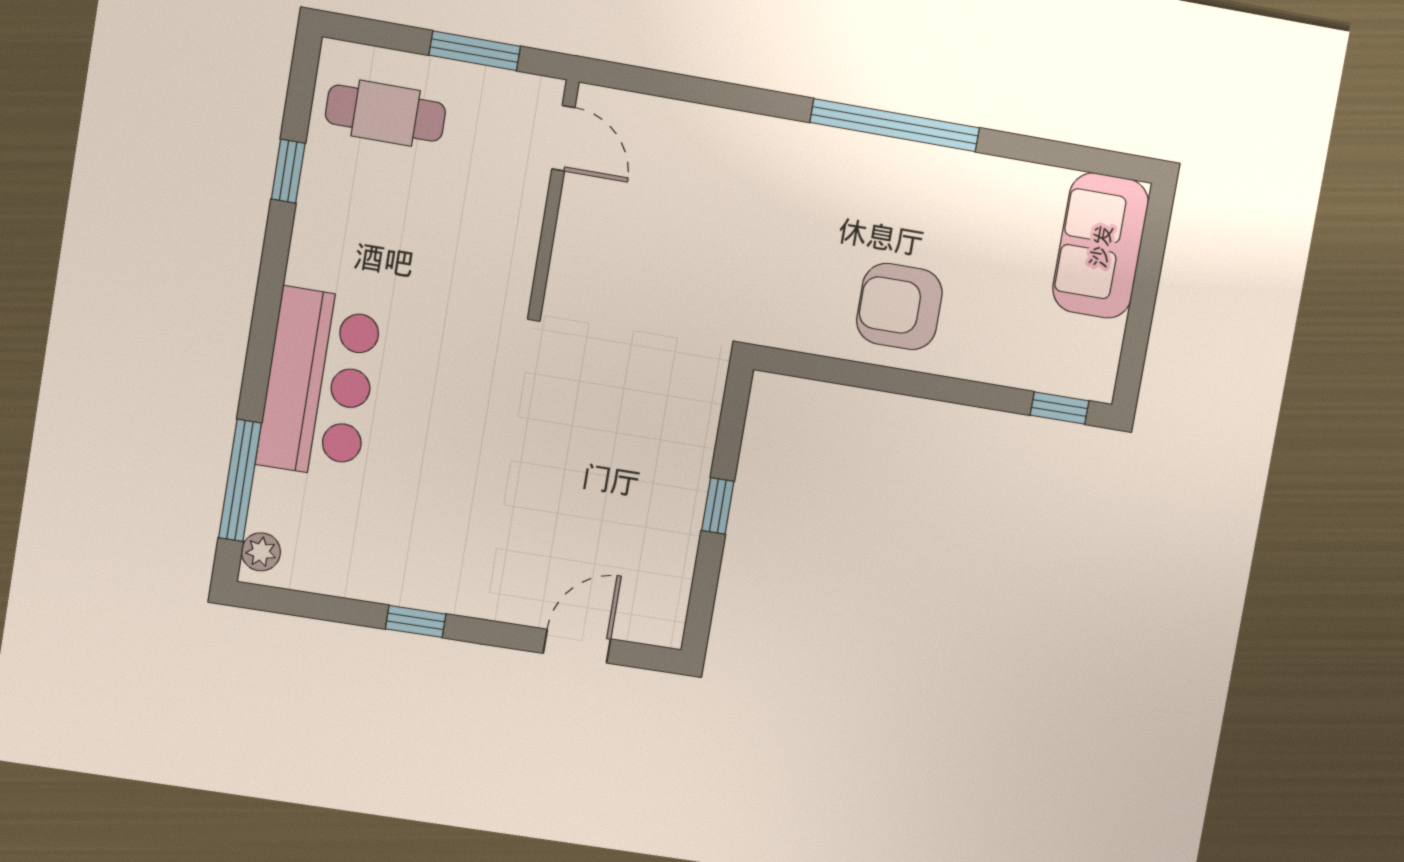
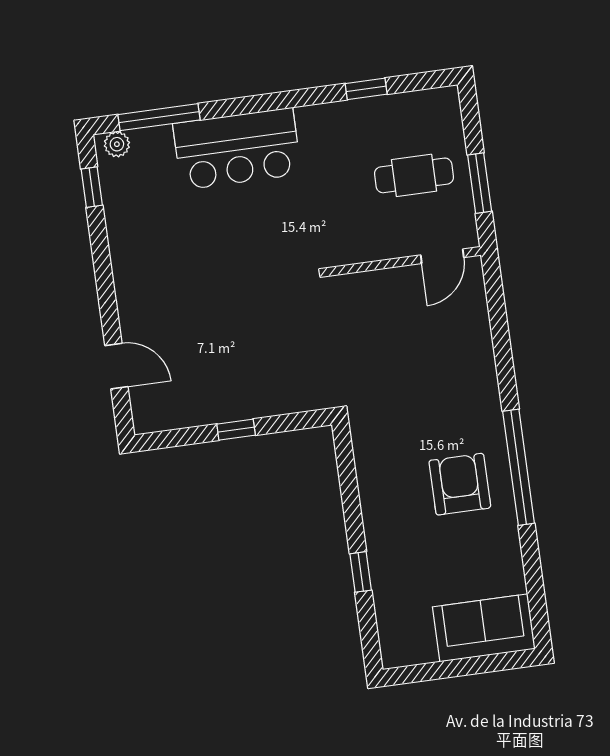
cafe table: (386, 113) -> (414, 175), moved, turned 90
armchair: (899, 307) -> (460, 484), moved
window: (1060, 408) -> (361, 572), moved
window: (416, 621) -> (92, 187), moved

